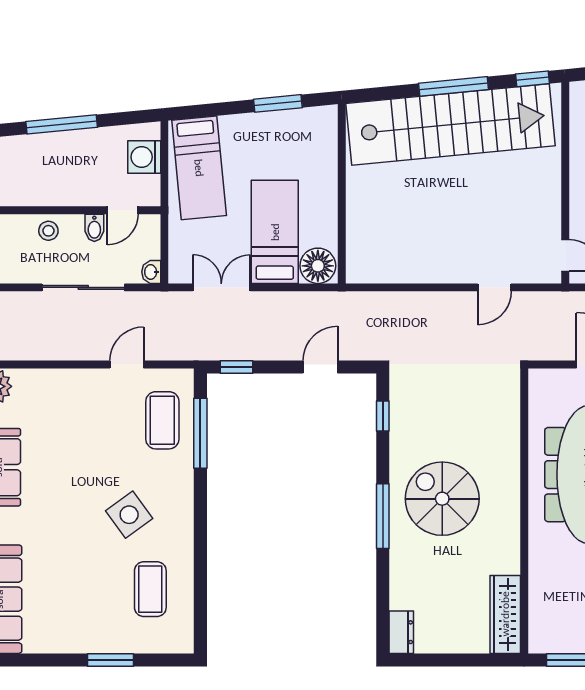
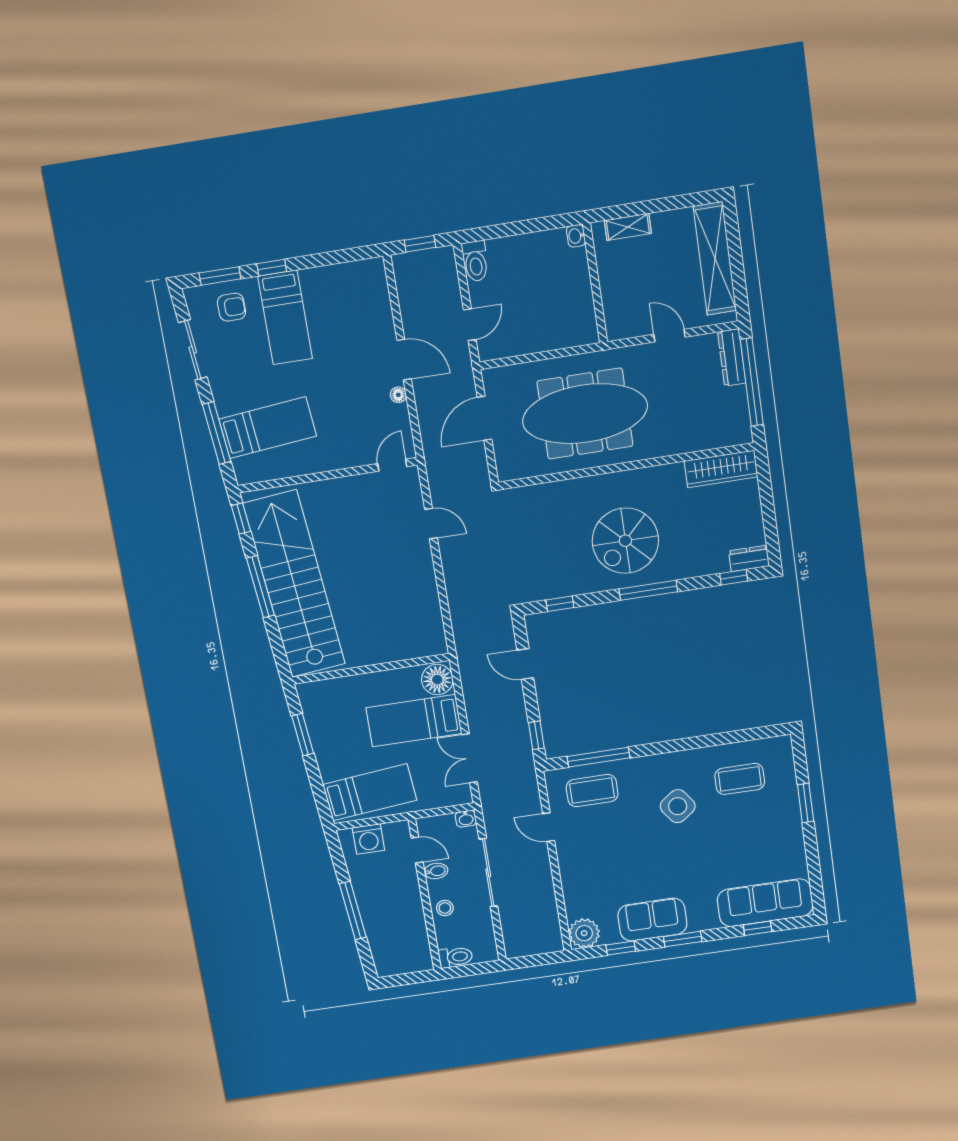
window: (383, 613) -> (734, 577), added

